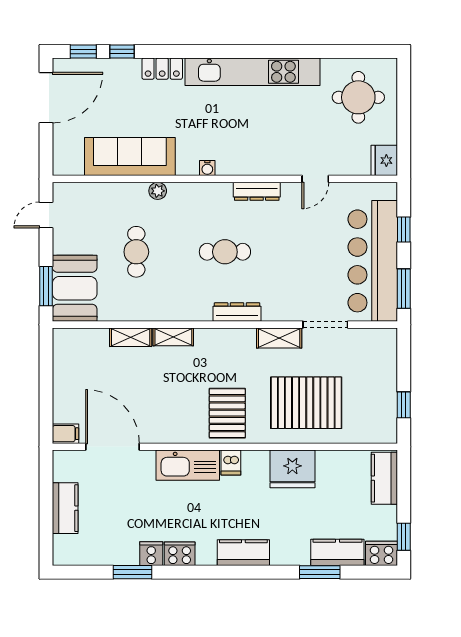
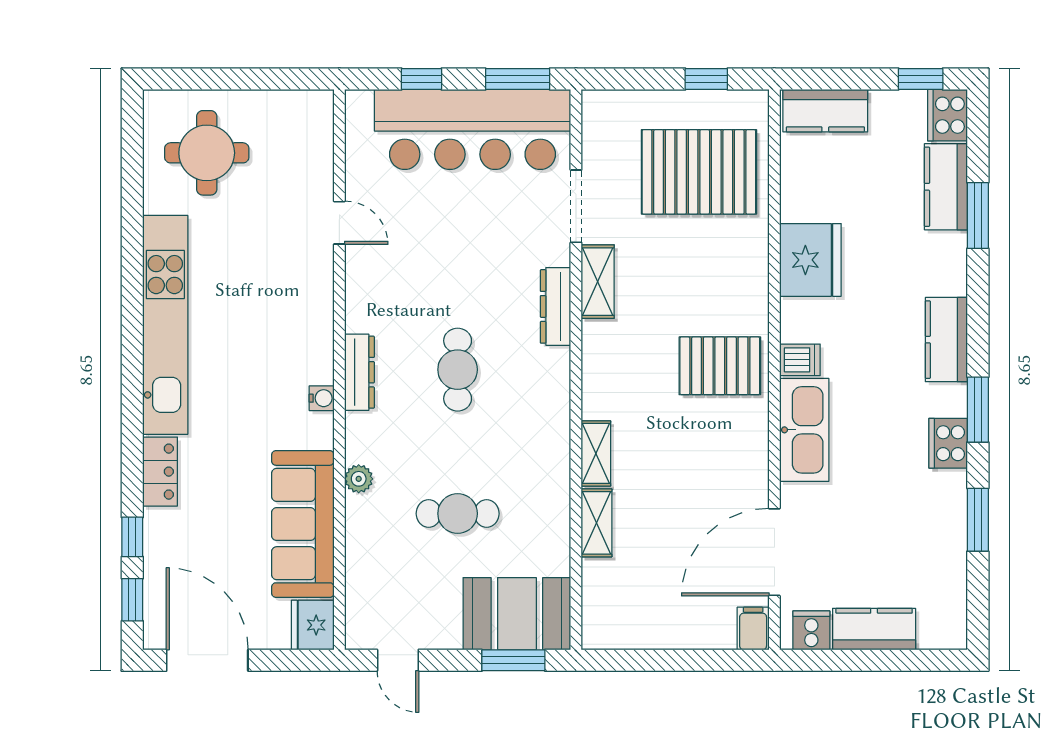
fridge: (384, 160) -> (313, 625), moved, turned 90
dresser: (257, 191) -> (359, 372), moved
dresser: (237, 312) -> (556, 306), moved
pallet: (306, 403) -> (699, 172), moved, turned 90
cooker: (151, 554) -> (811, 630), moved, turned 90
window: (200, 572) -> (978, 410), added

